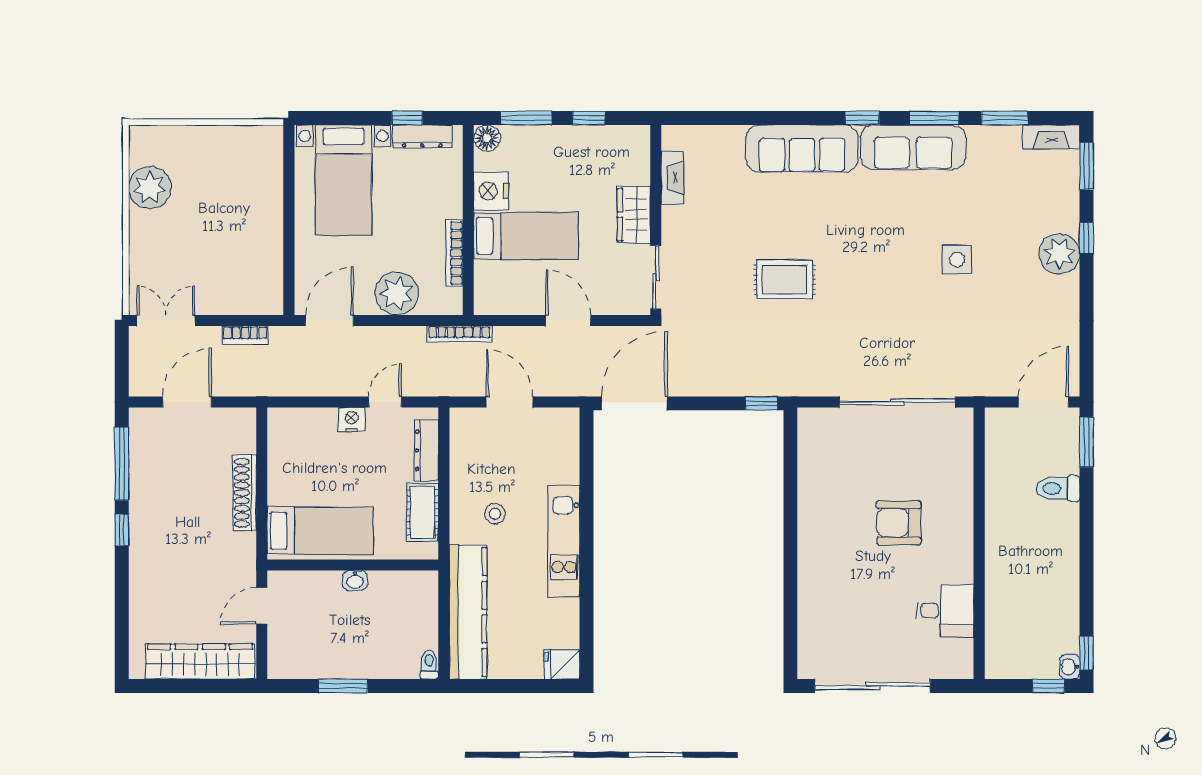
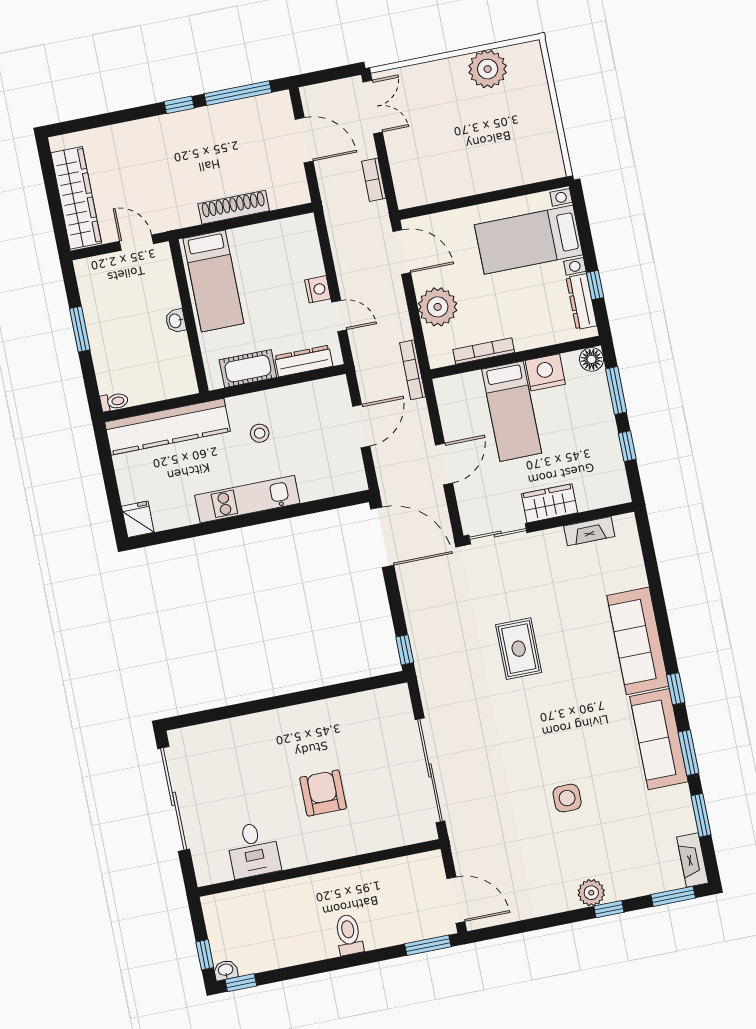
plant: (1059, 254) -> (591, 893), width x0.73, depth x0.73
toilet: (1058, 488) -> (349, 935), moved

